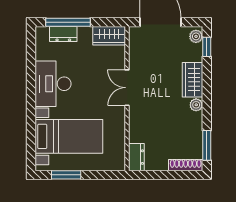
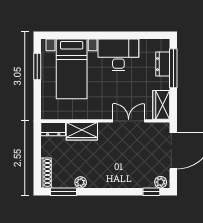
wardrobe: (193, 80) -> (82, 131), moved, turned 180
double door: (127, 88) -> (129, 121), moved
plant: (196, 105) -> (81, 182), moved

